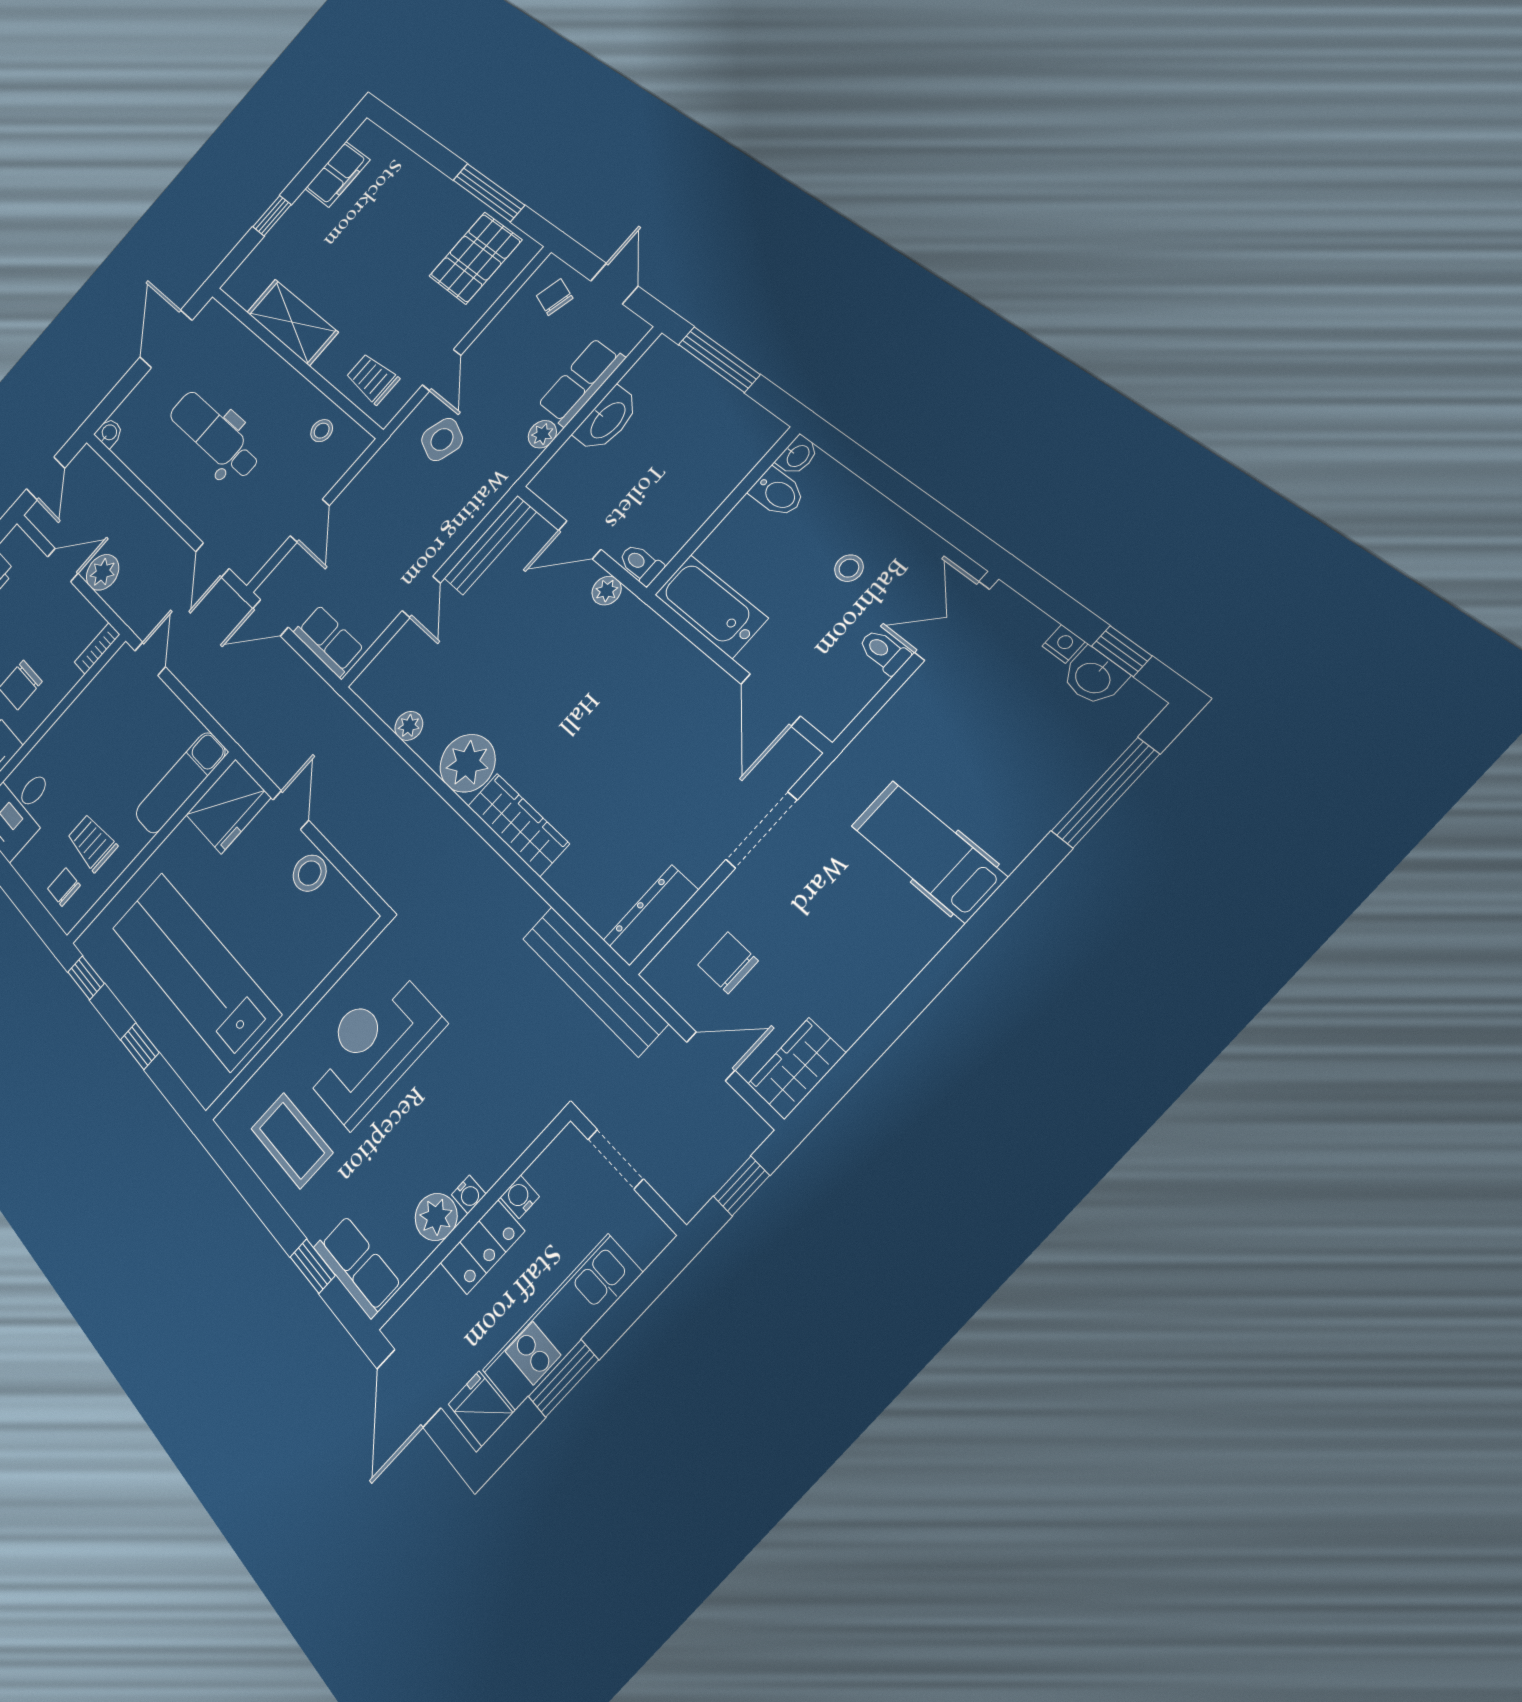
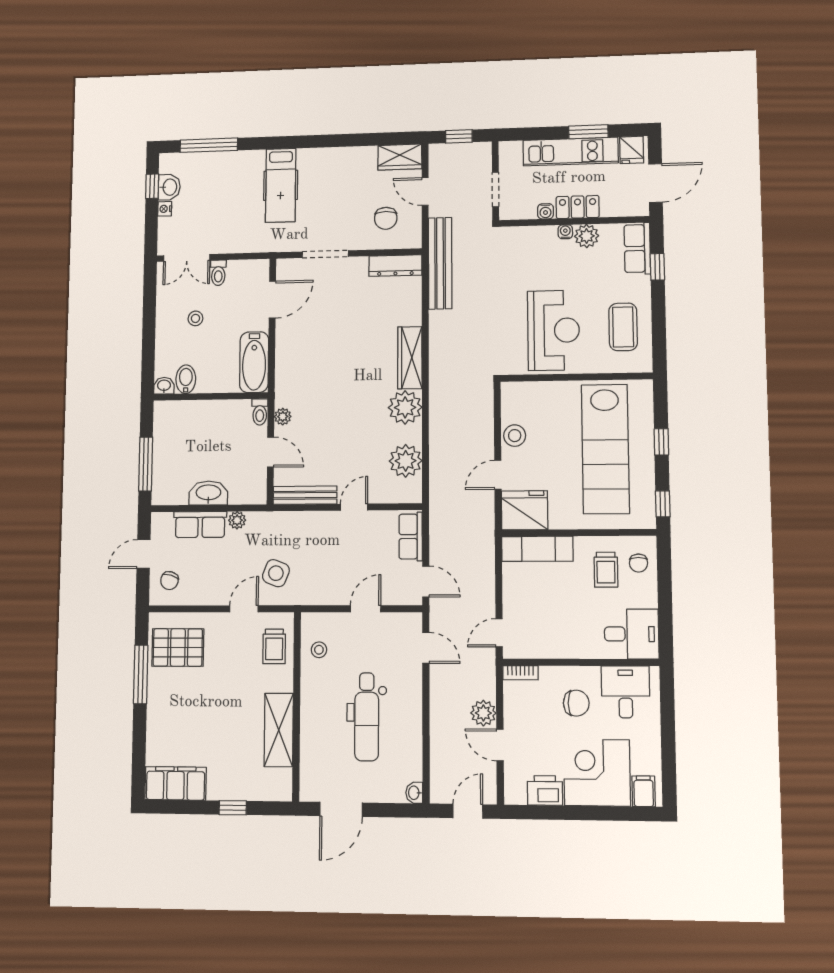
filing cabinet: (337, 174) -> (176, 783), width x1.50, depth x1.17
door: (212, 560) -> (426, 648), hinge flipped
plant: (409, 726) -> (406, 461), width x1.88, depth x1.88
reception desk: (372, 1047) -> (554, 330), turned -90

